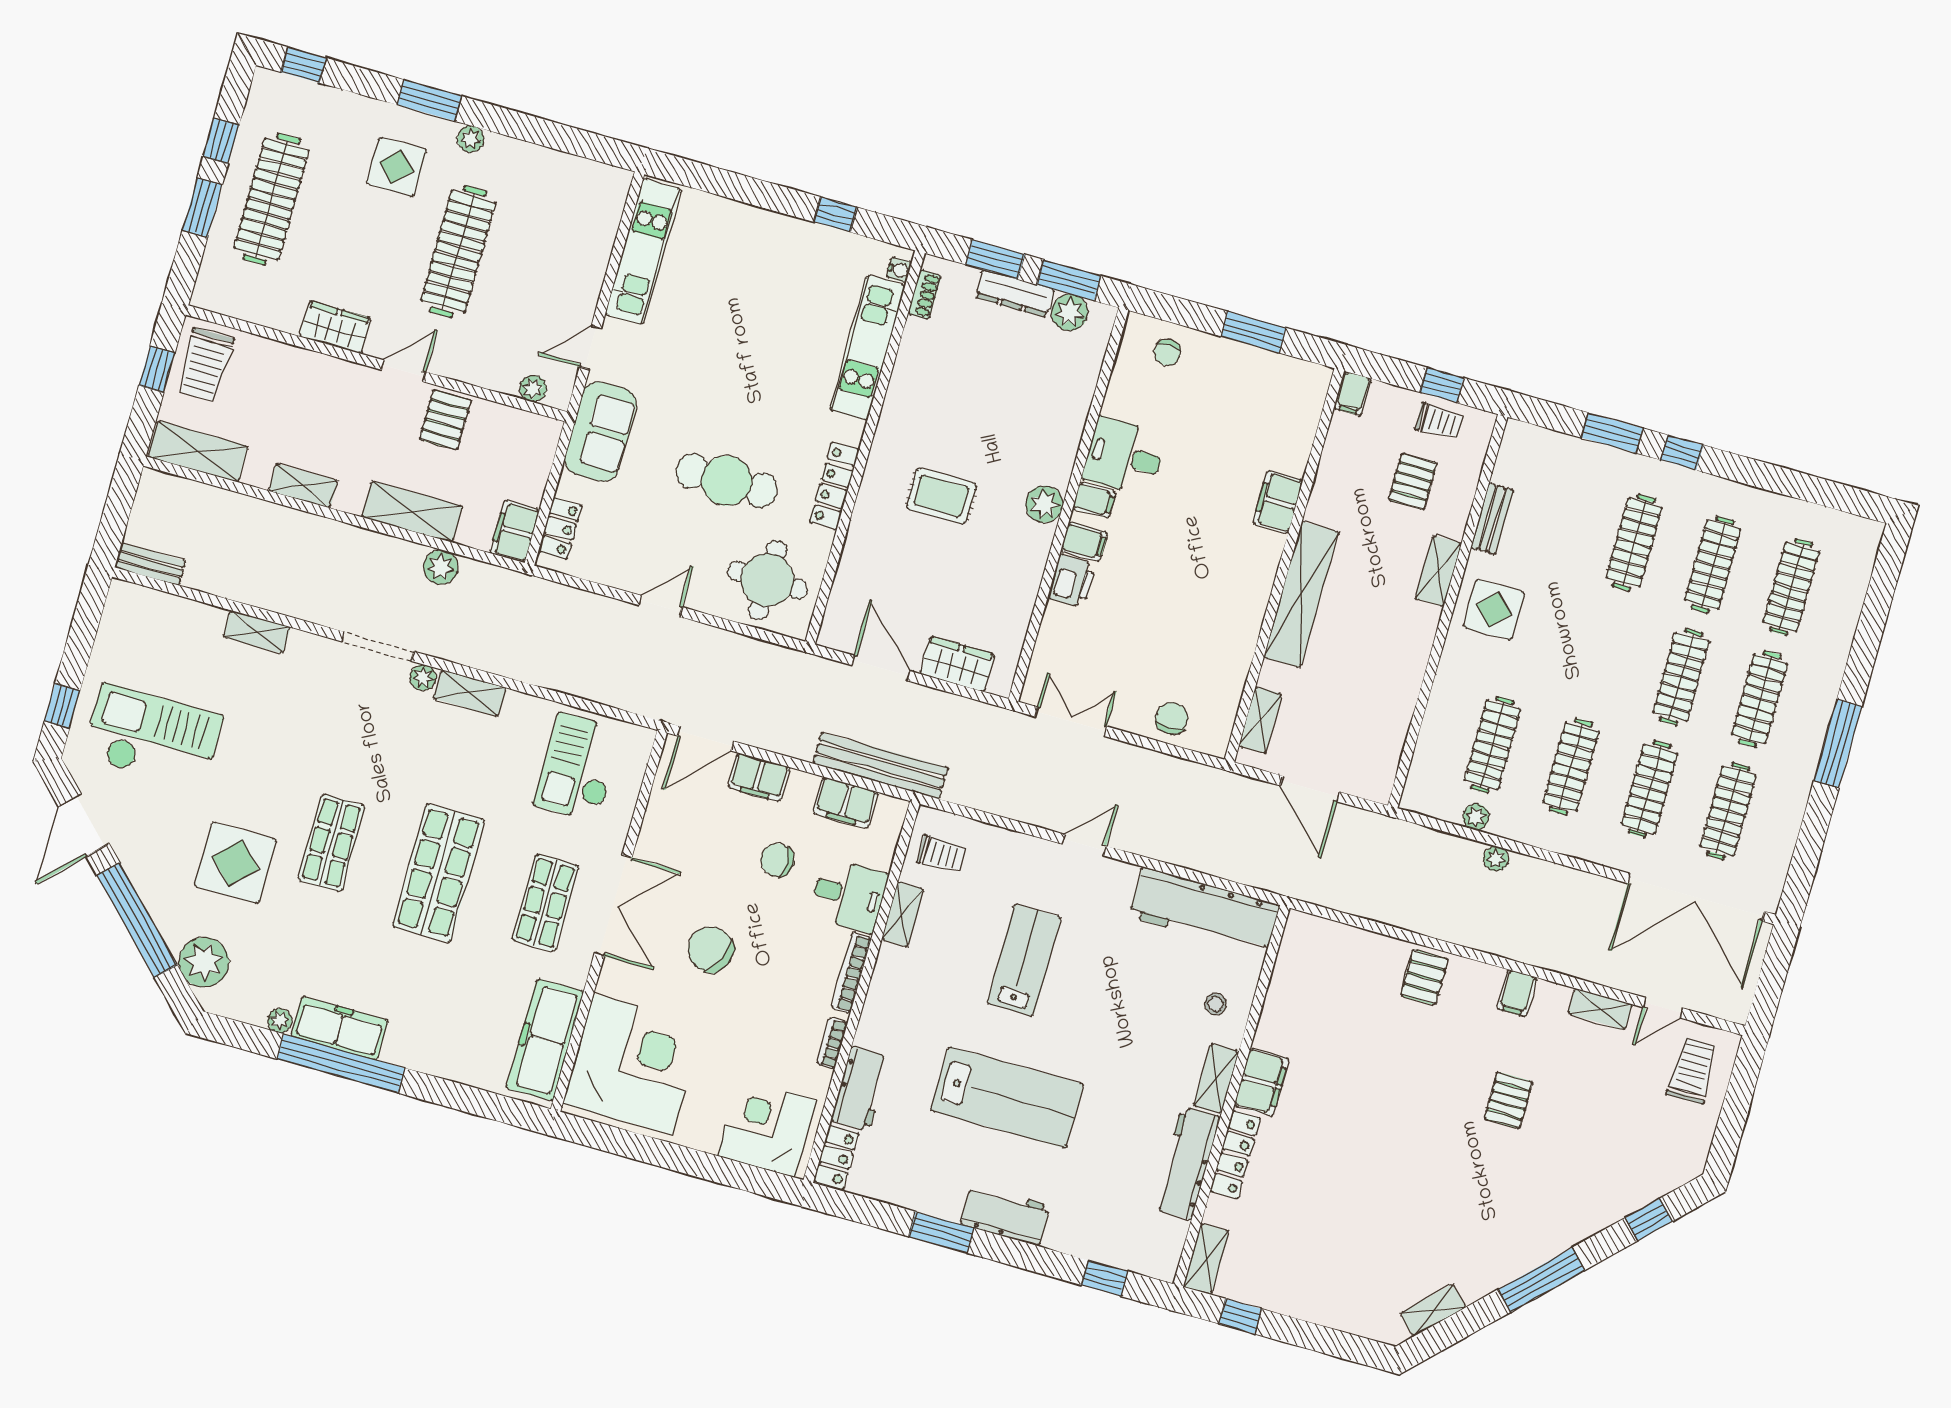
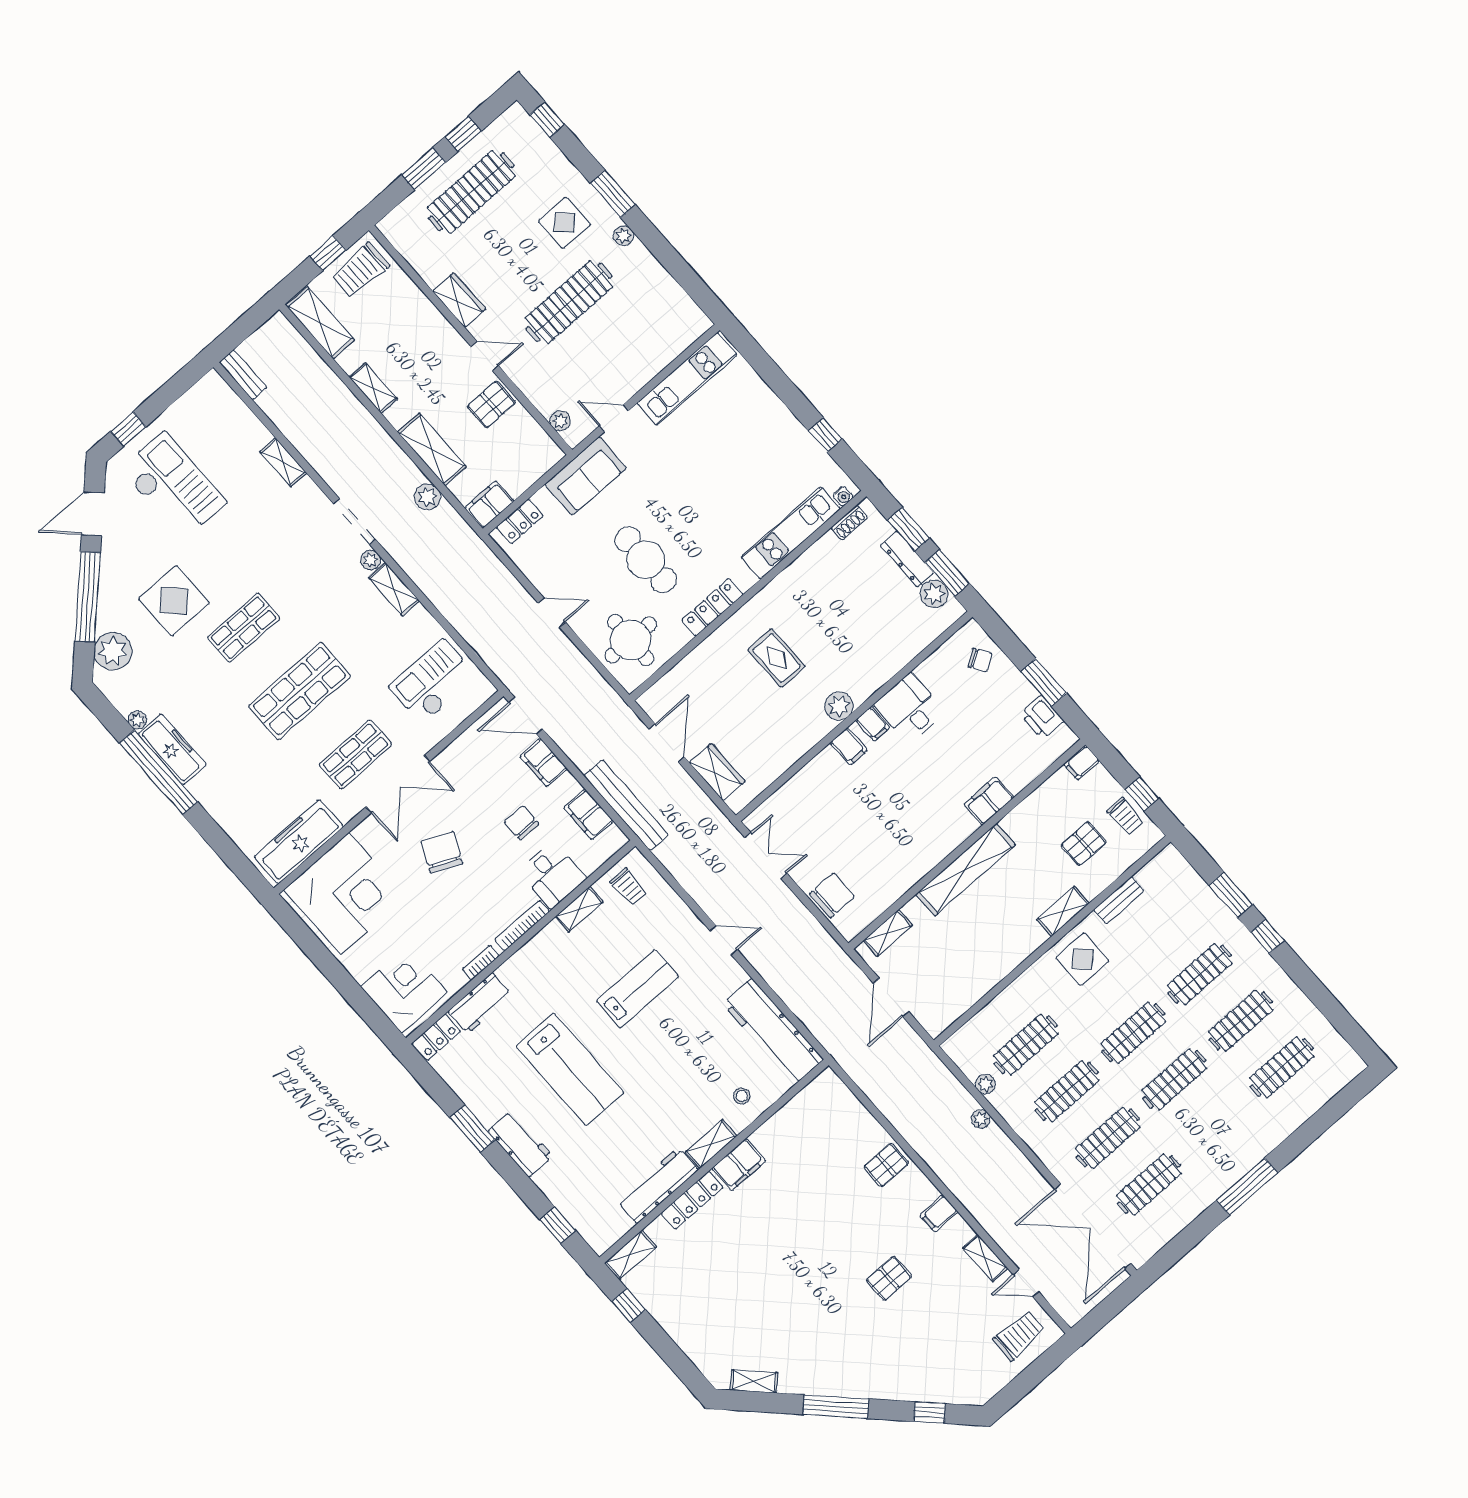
chair: (1167, 353) -> (980, 660), turned -124
printer: (1072, 581) -> (1042, 717), moved, turned 90
clothes rail: (1760, 699) -> (1133, 1033), moved
chair: (1172, 718) -> (832, 895), width x1.37, depth x1.37

